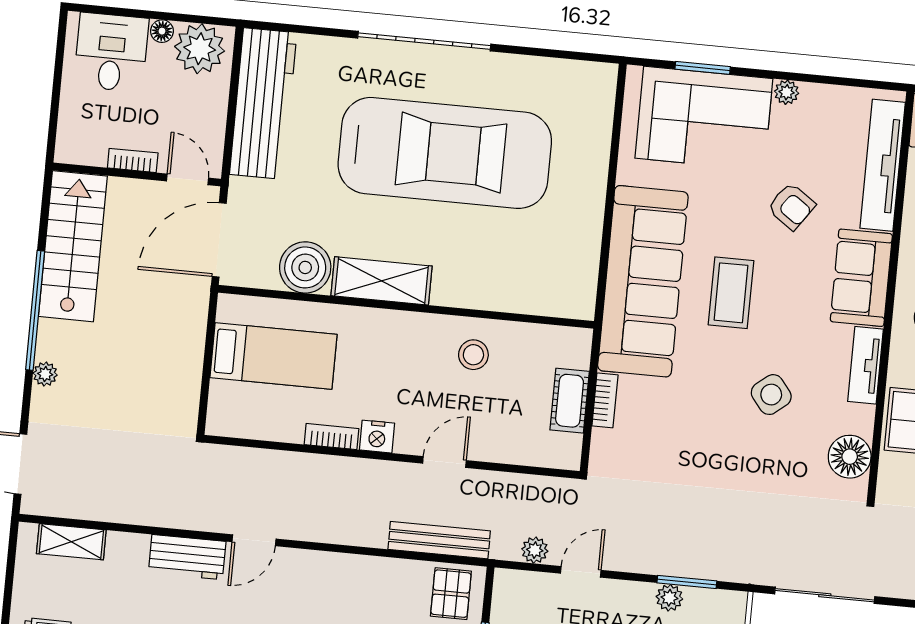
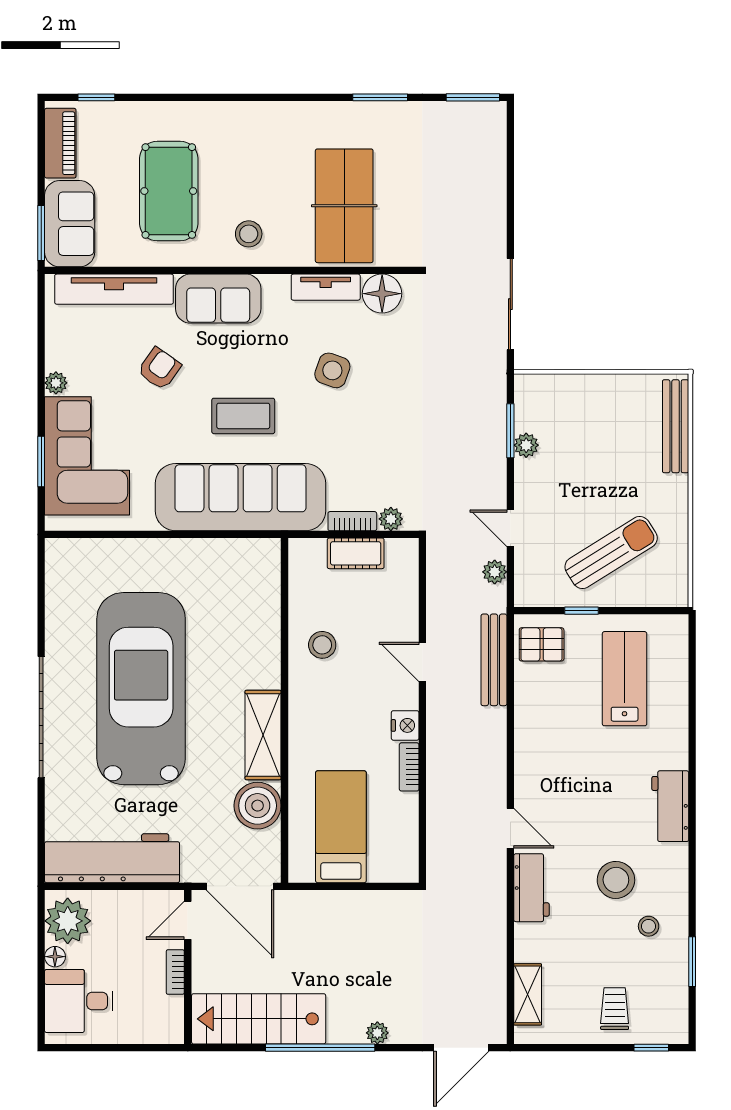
tv unit: (866, 365) -> (326, 287), moved
side table: (771, 395) -> (332, 370), turned -32
plant: (603, 443) -> (391, 519), added

